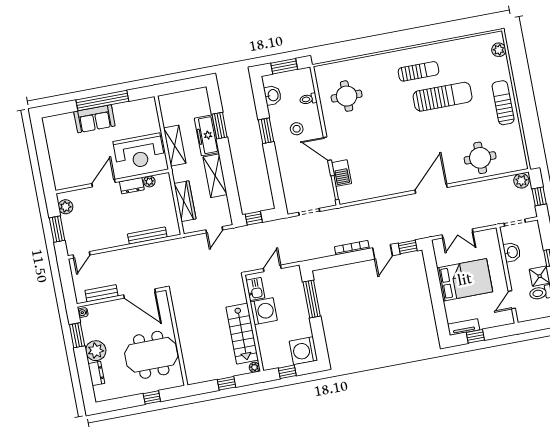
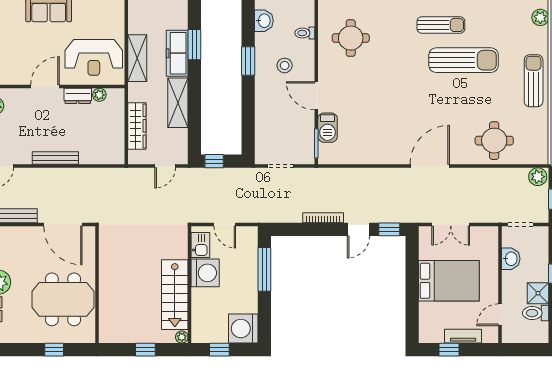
bench: (147, 236) -> (55, 158), moved
door: (272, 268) -> (225, 225), swing flipped
tv unit: (464, 327) -> (463, 336), moved

